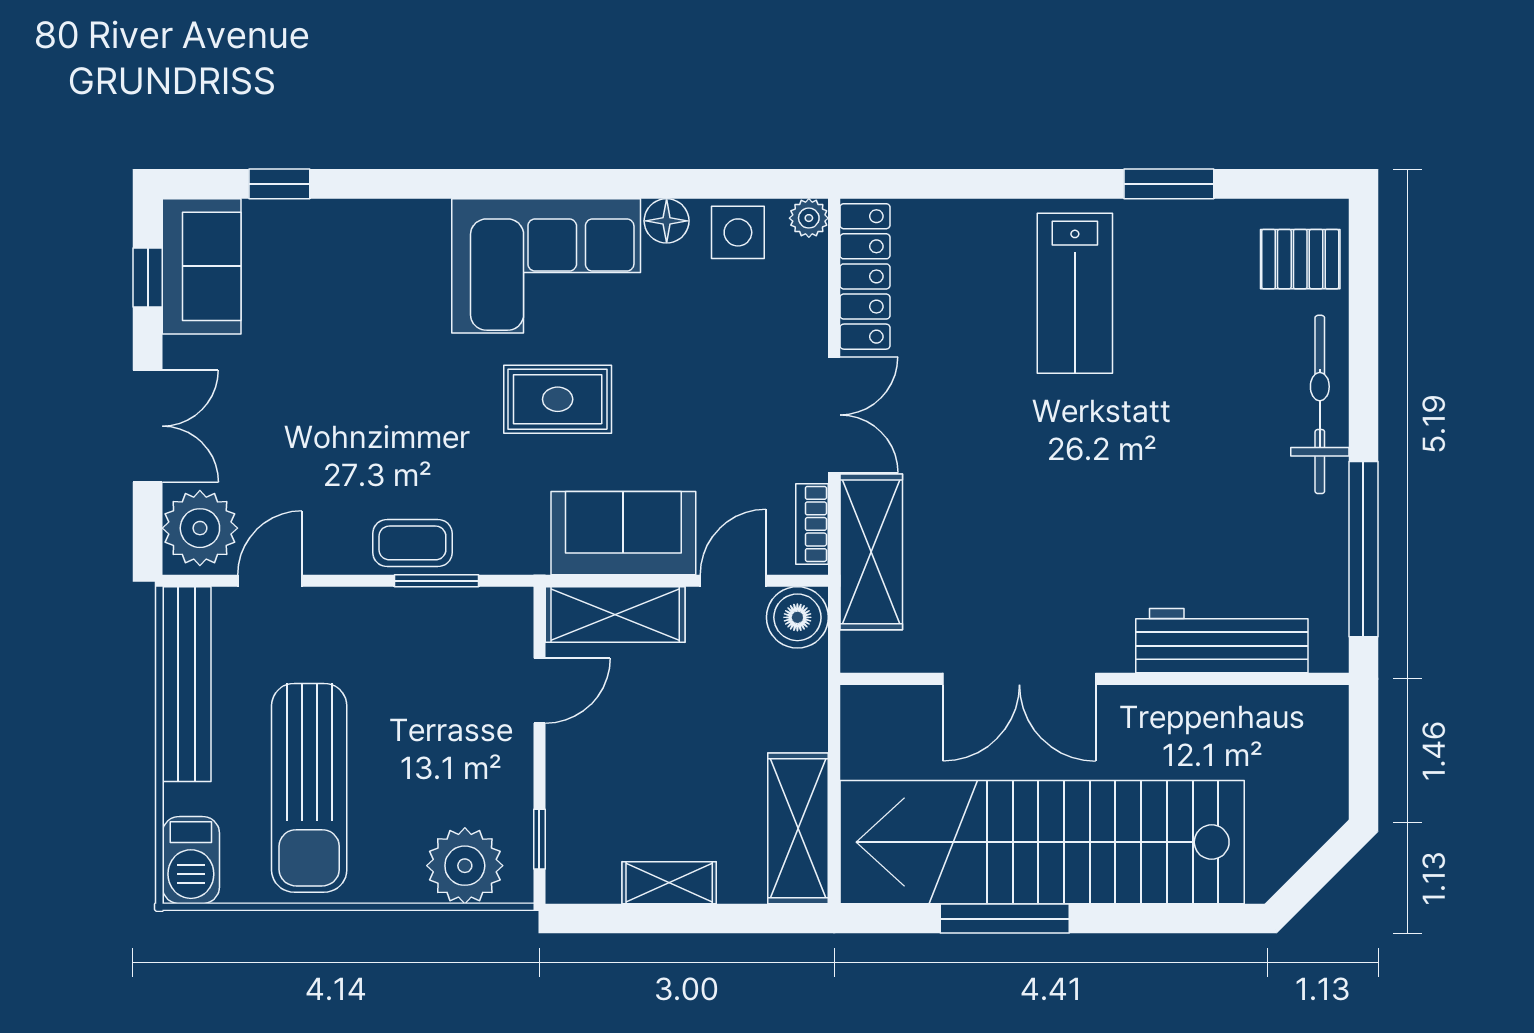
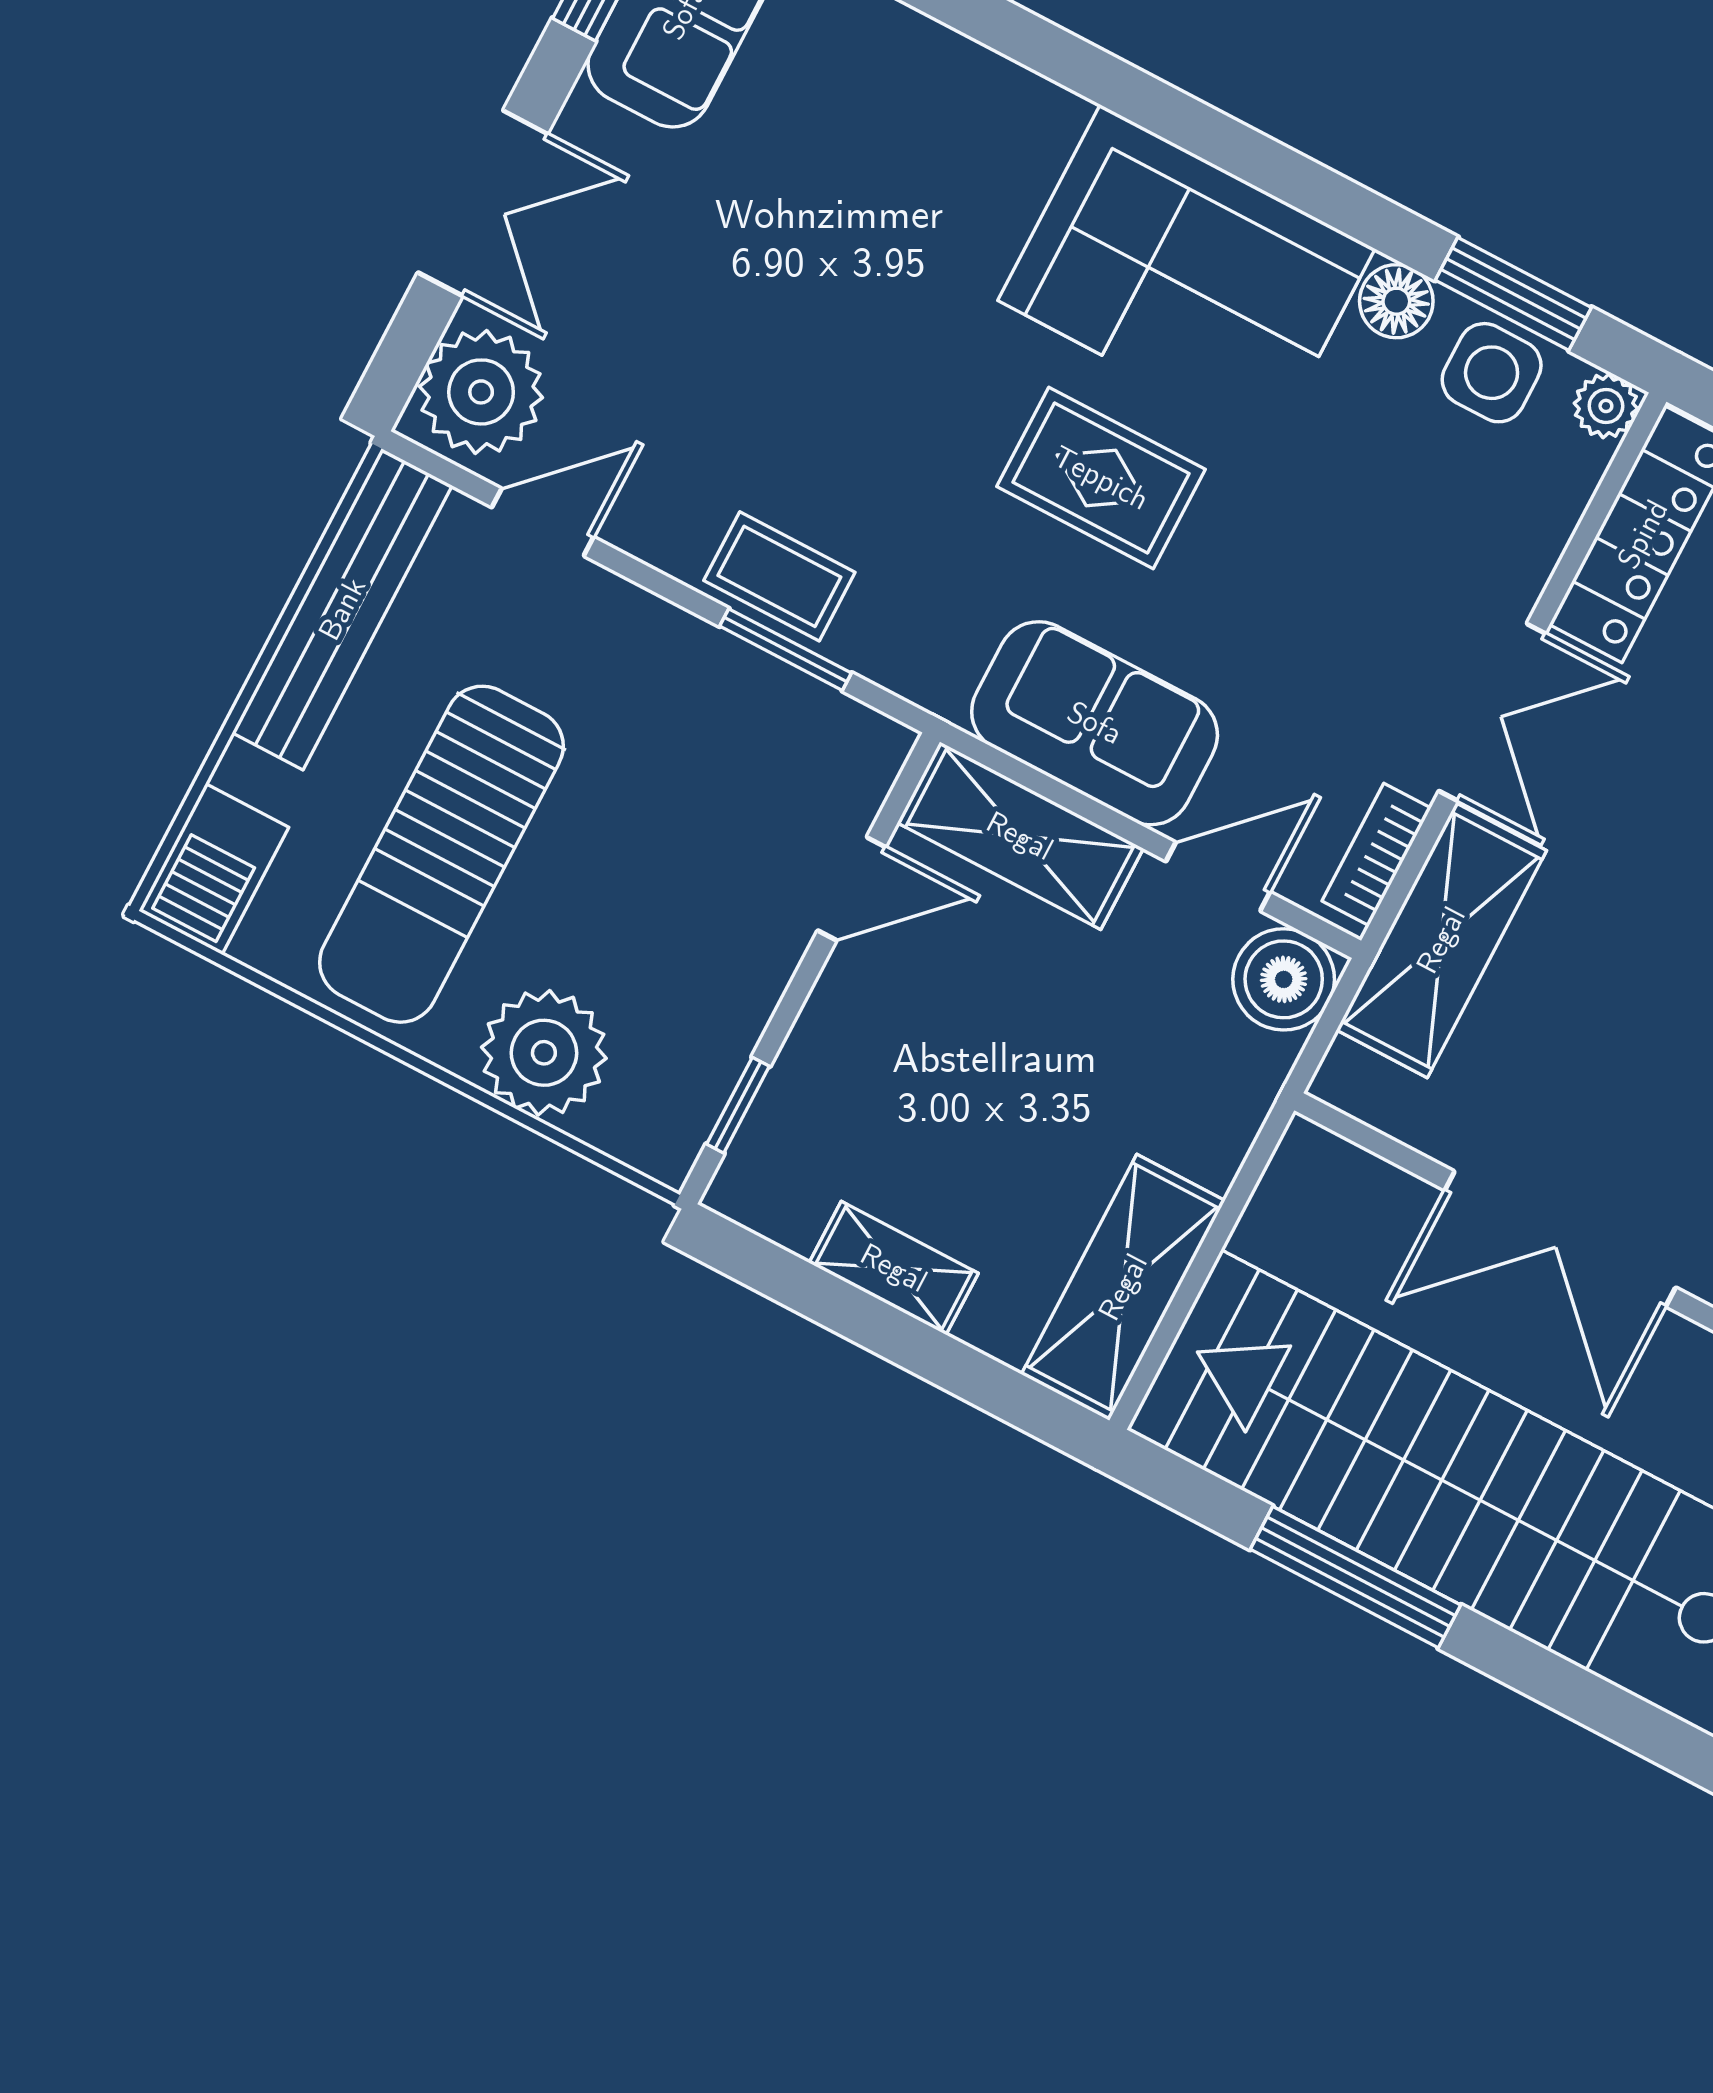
window: (727, 184) -> (1513, 294), added
plant: (465, 866) -> (544, 1053), moved

